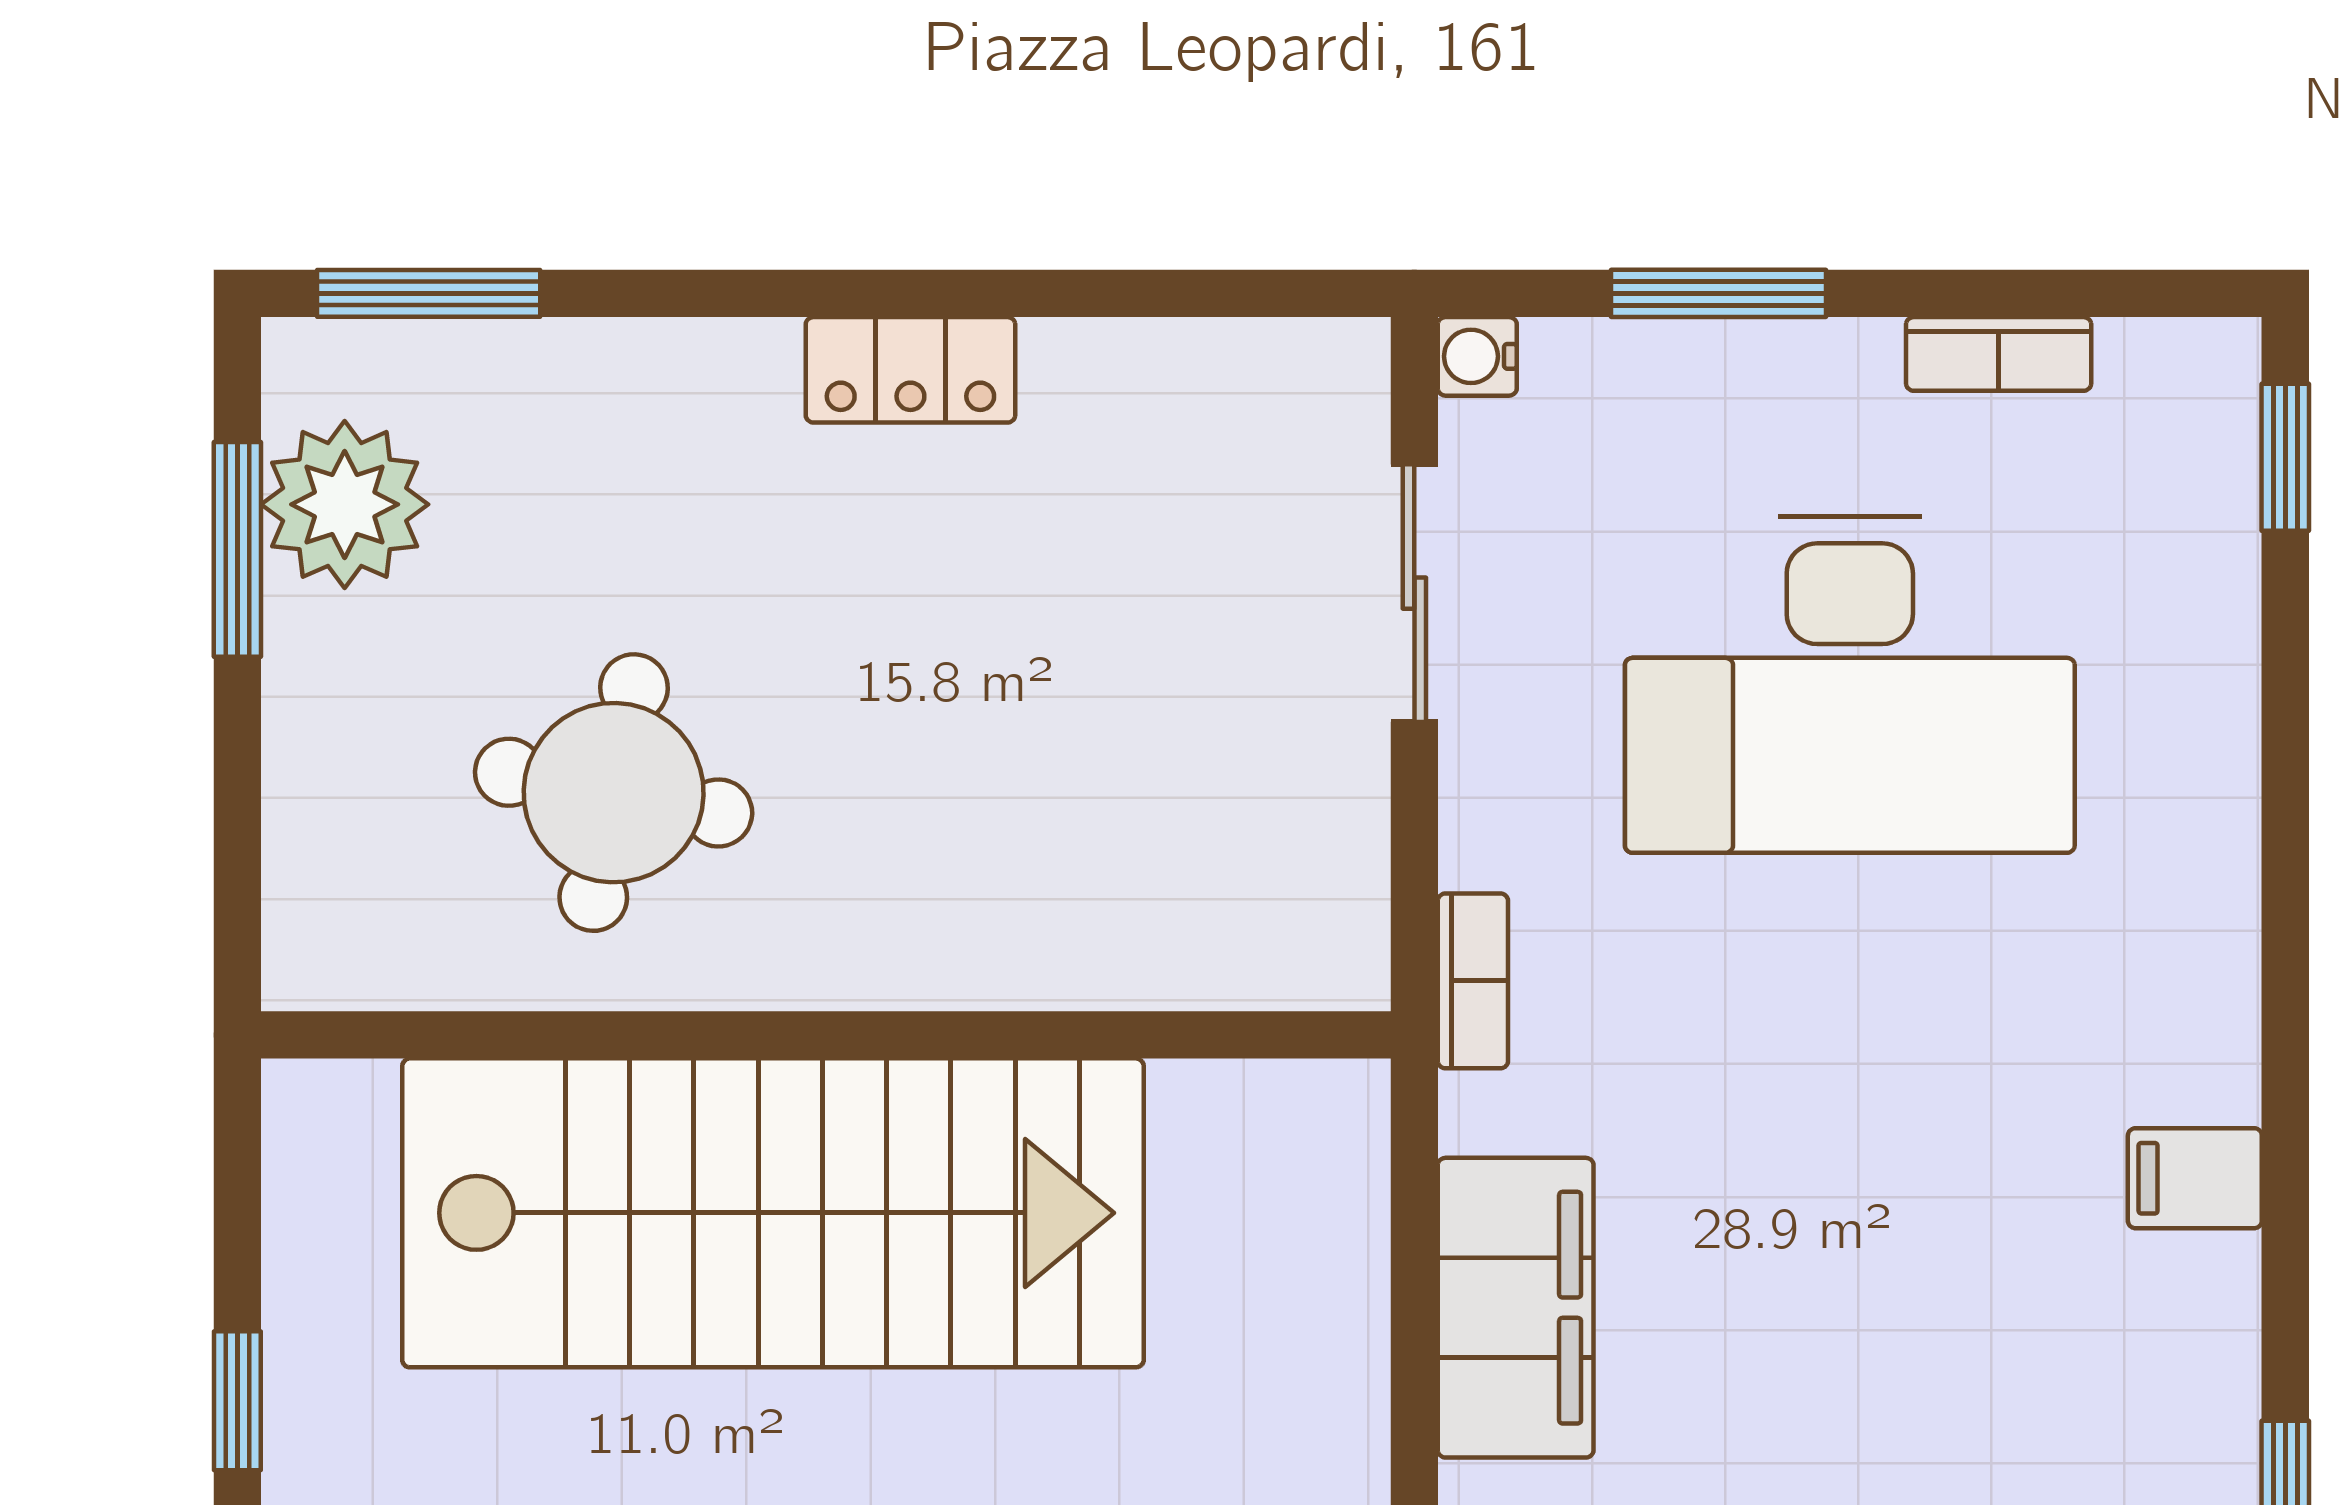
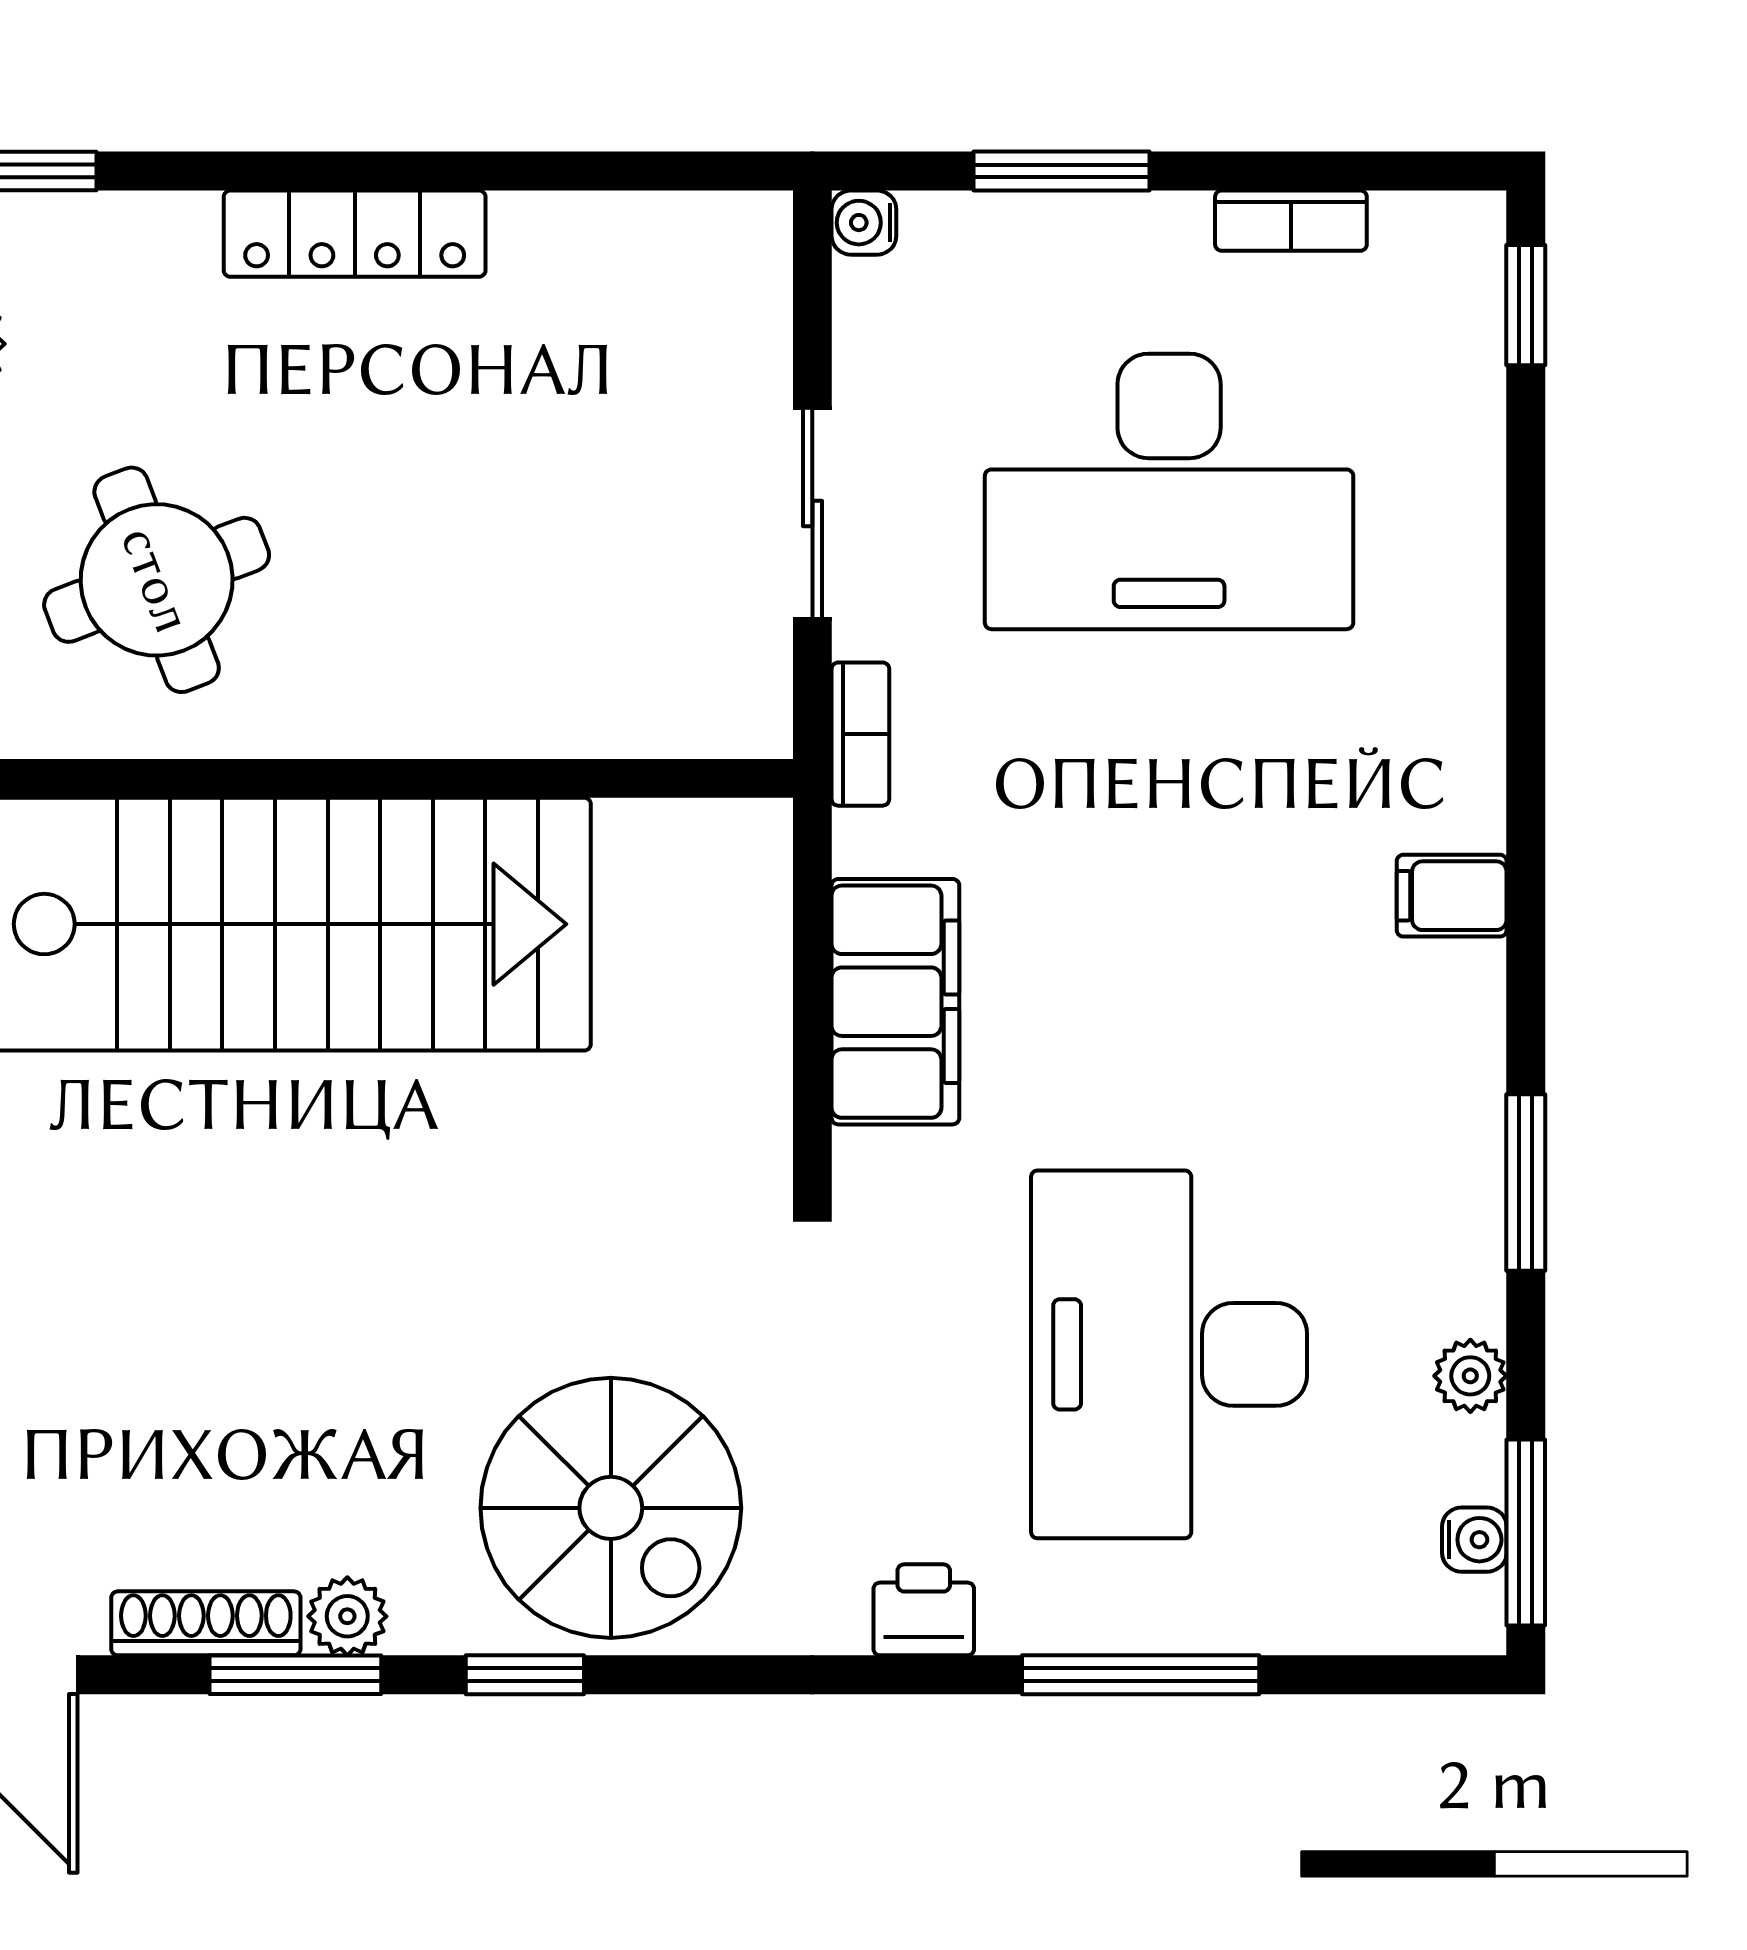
locker: (910, 370) -> (355, 234), width x1.53
sliding door: (1414, 593) -> (812, 513), moved
round table: (614, 793) -> (157, 580), turned -32

